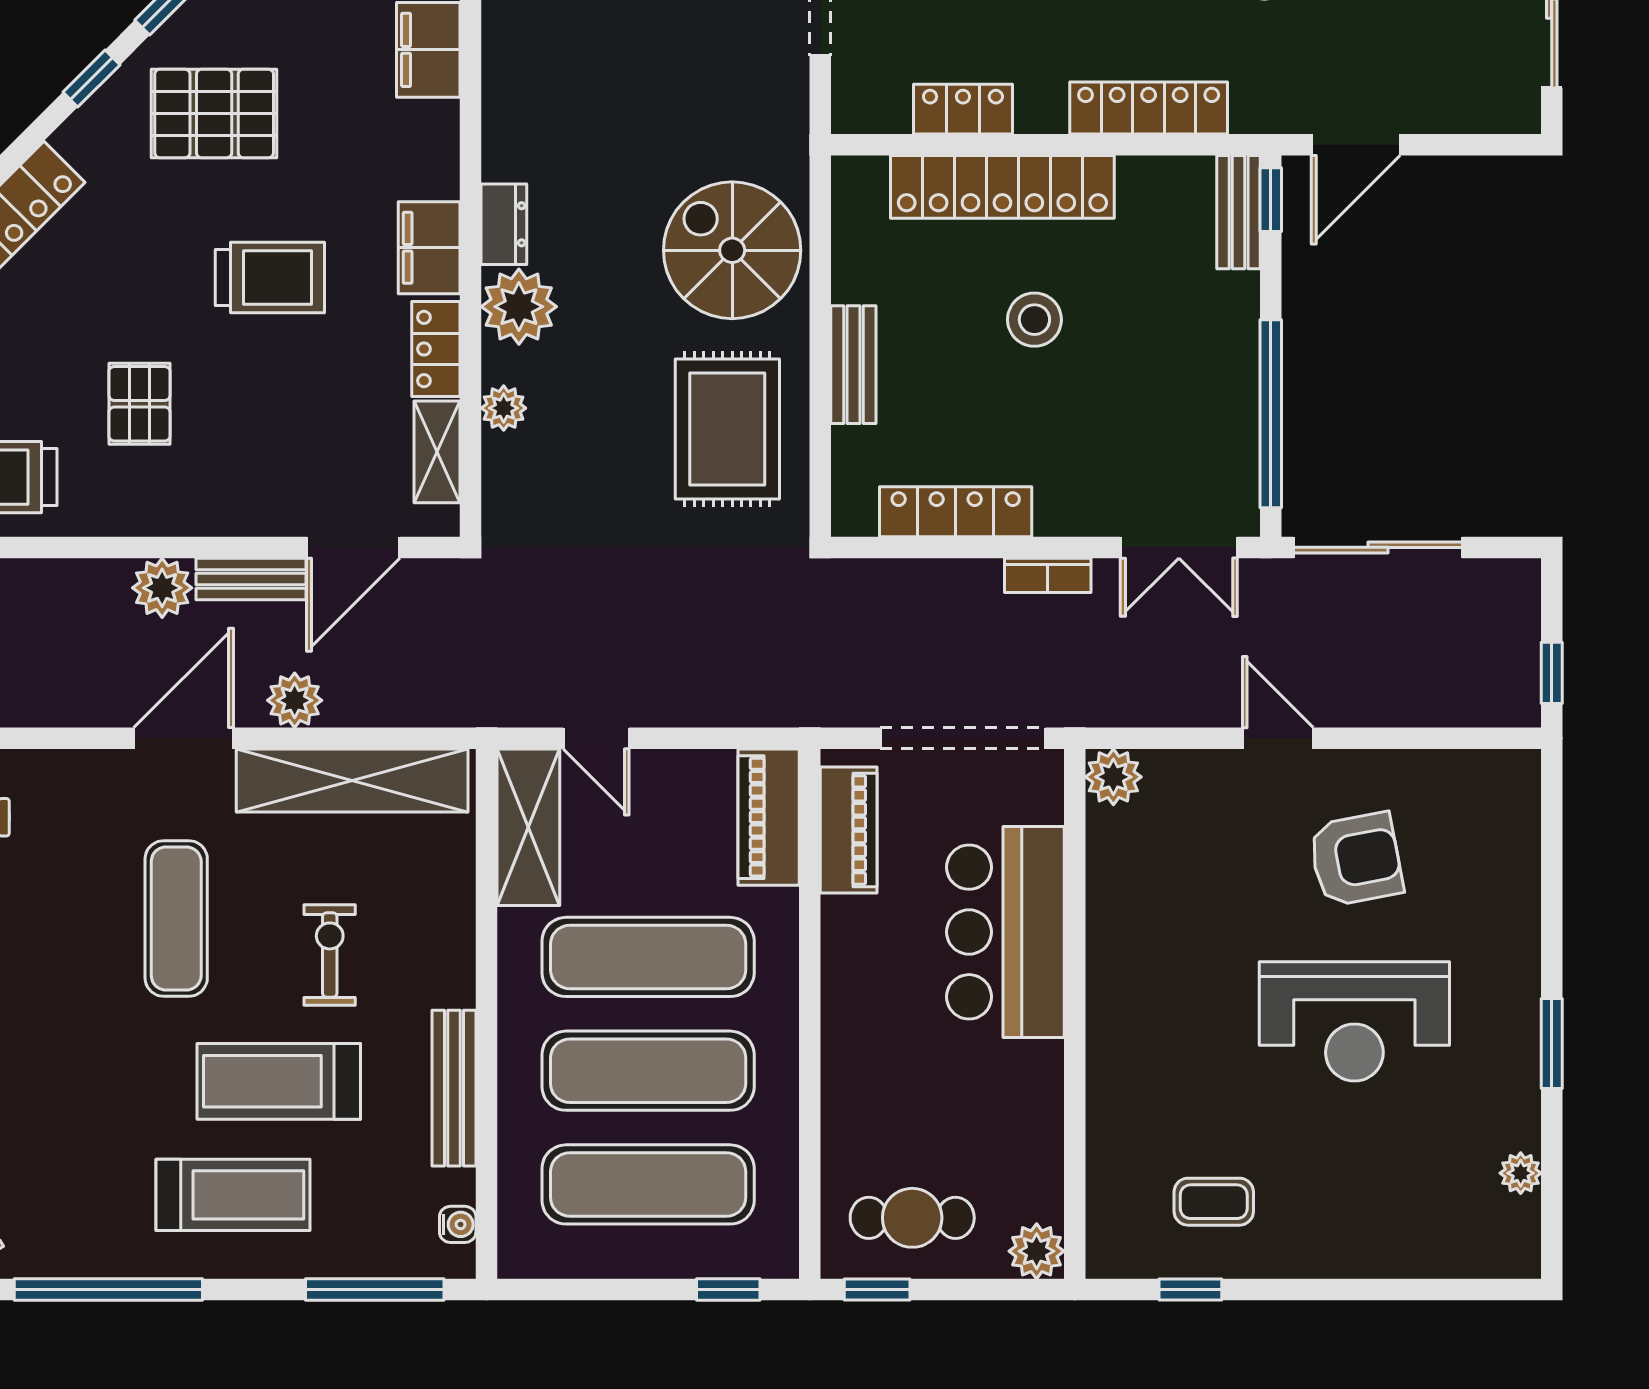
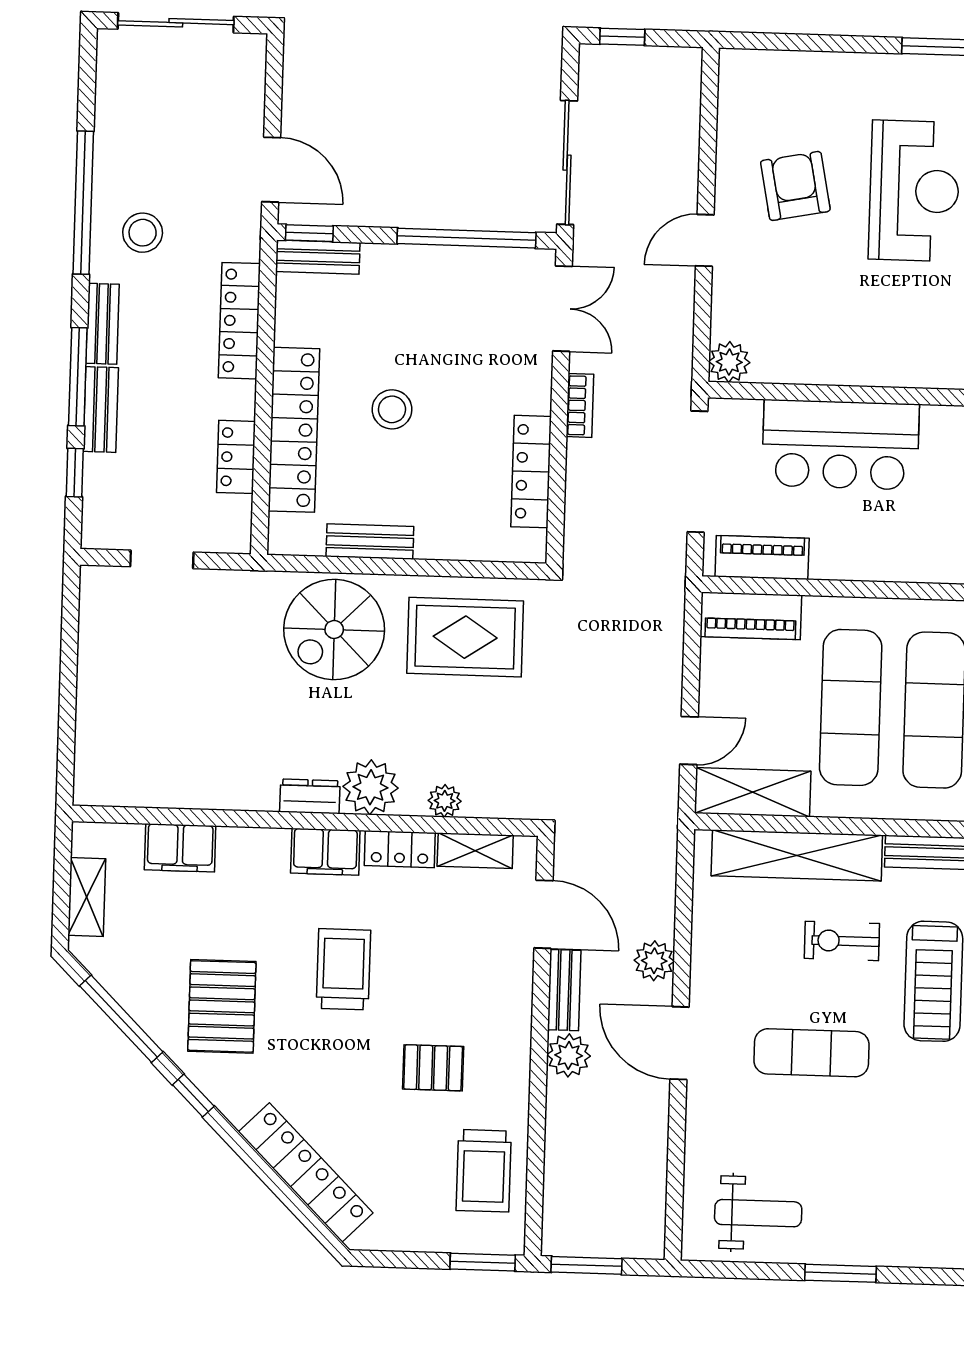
bench: (853, 365) -> (370, 542), moved
window: (1552, 673) -> (622, 37), moved
shelving: (352, 780) -> (797, 855), moved, turned 90

